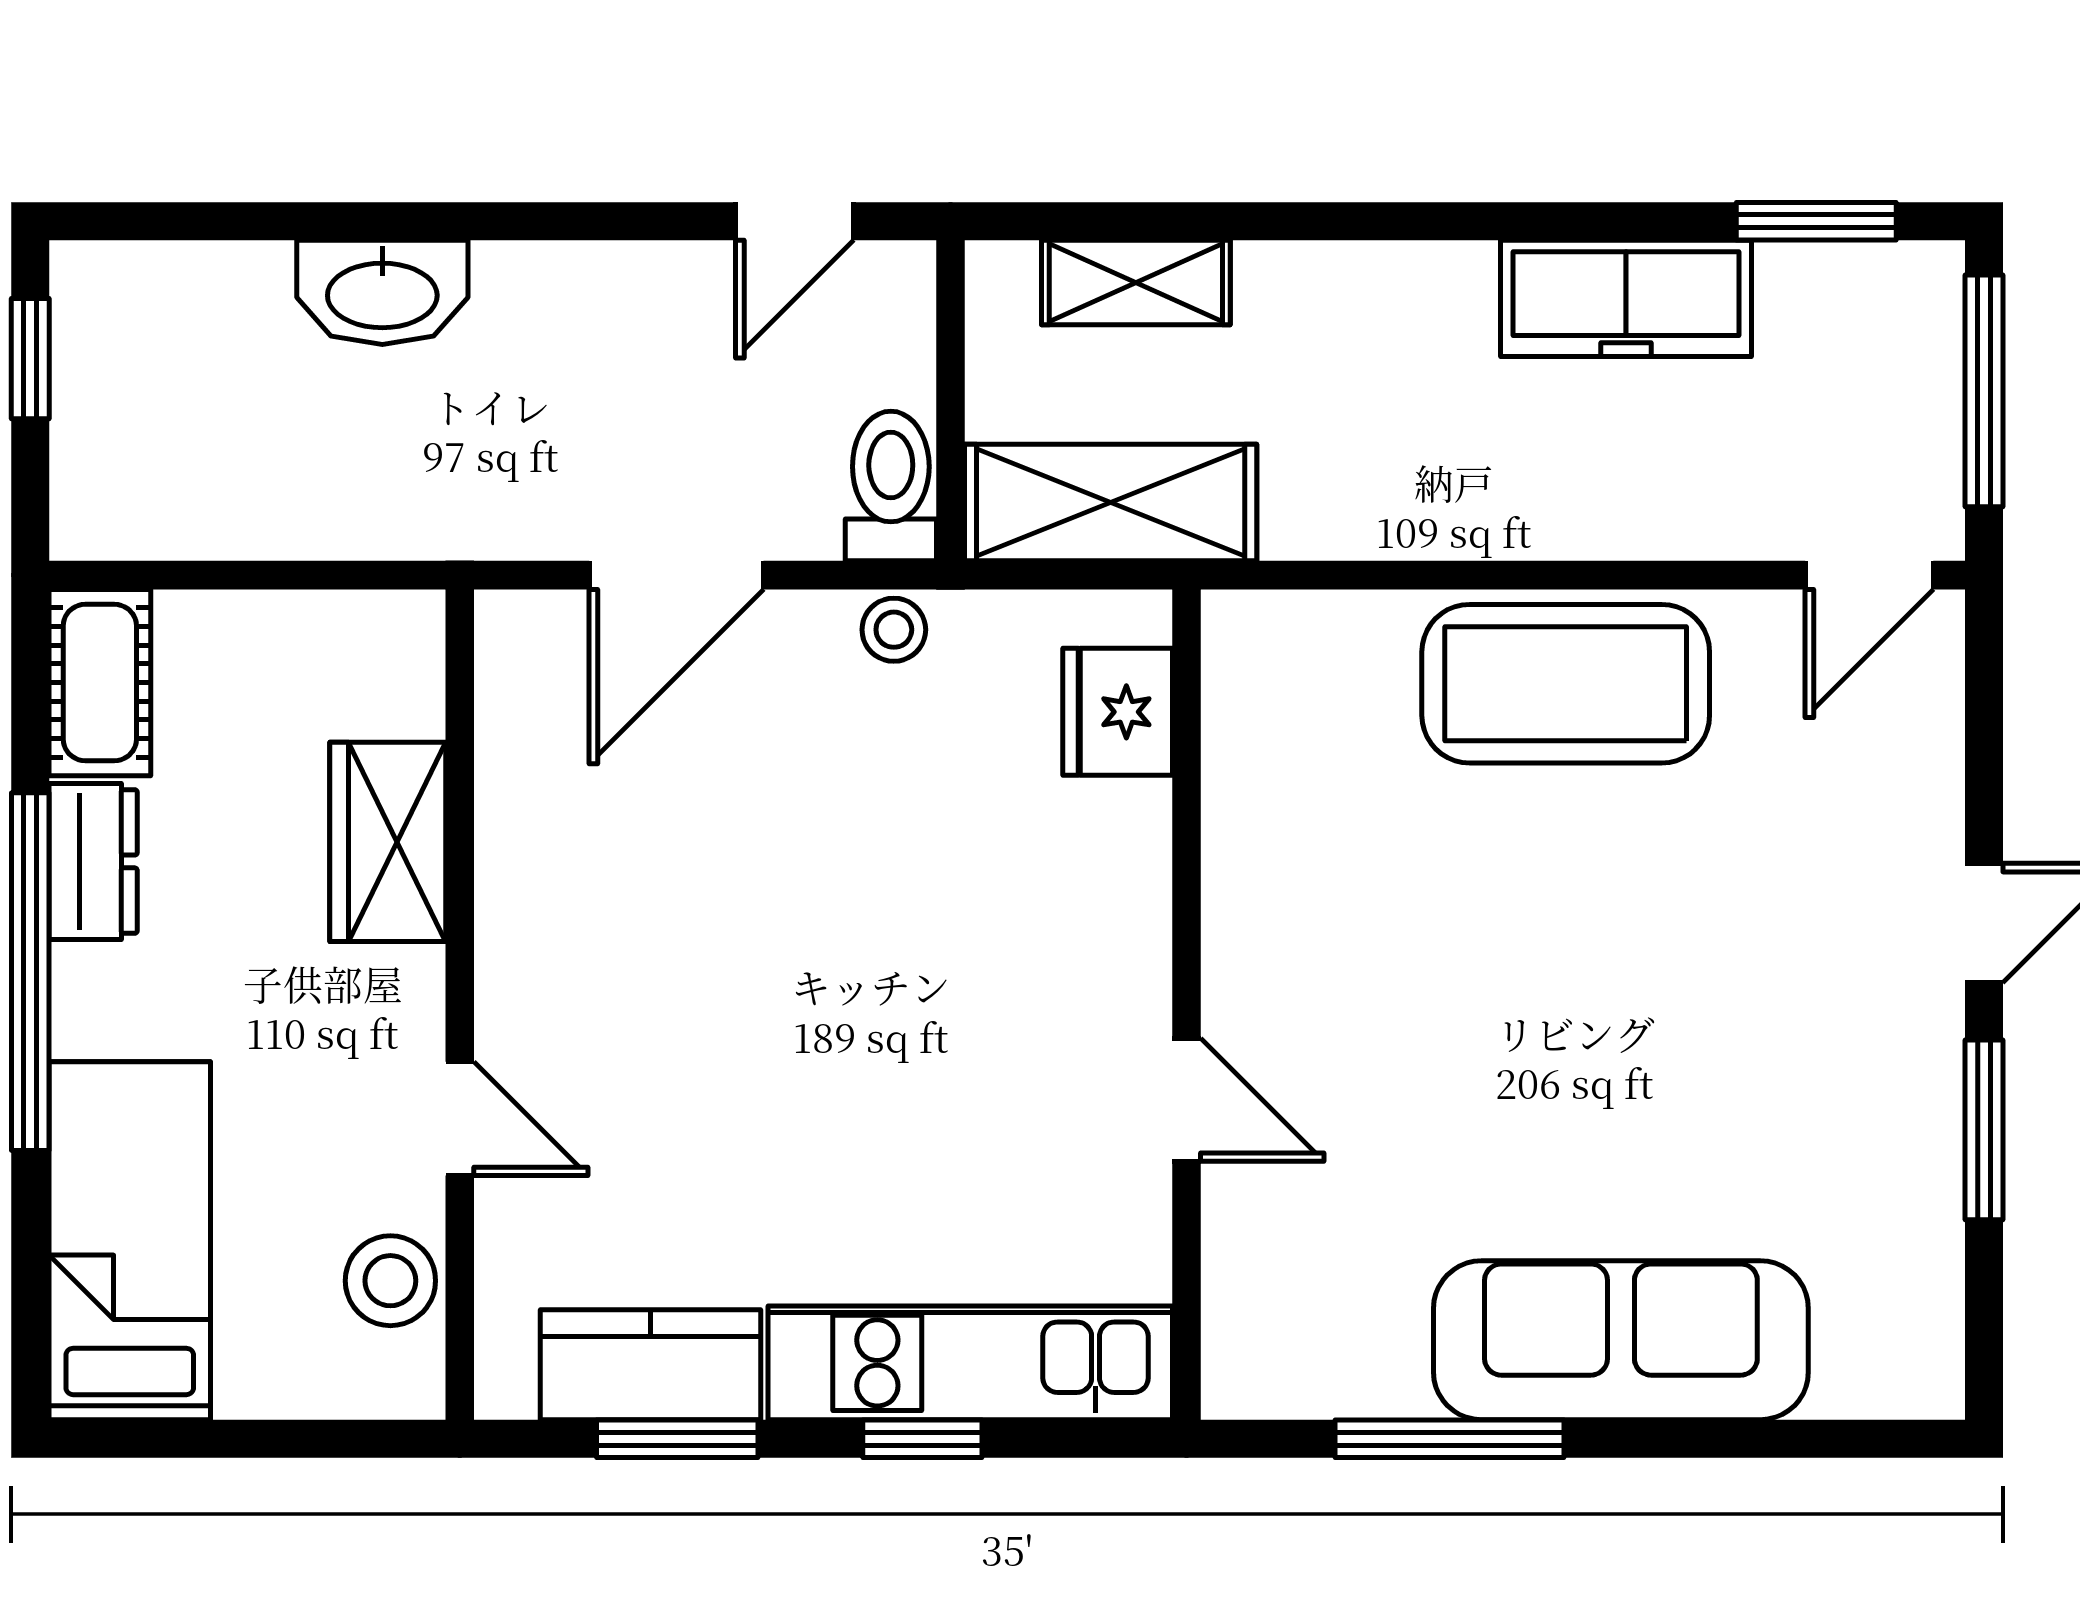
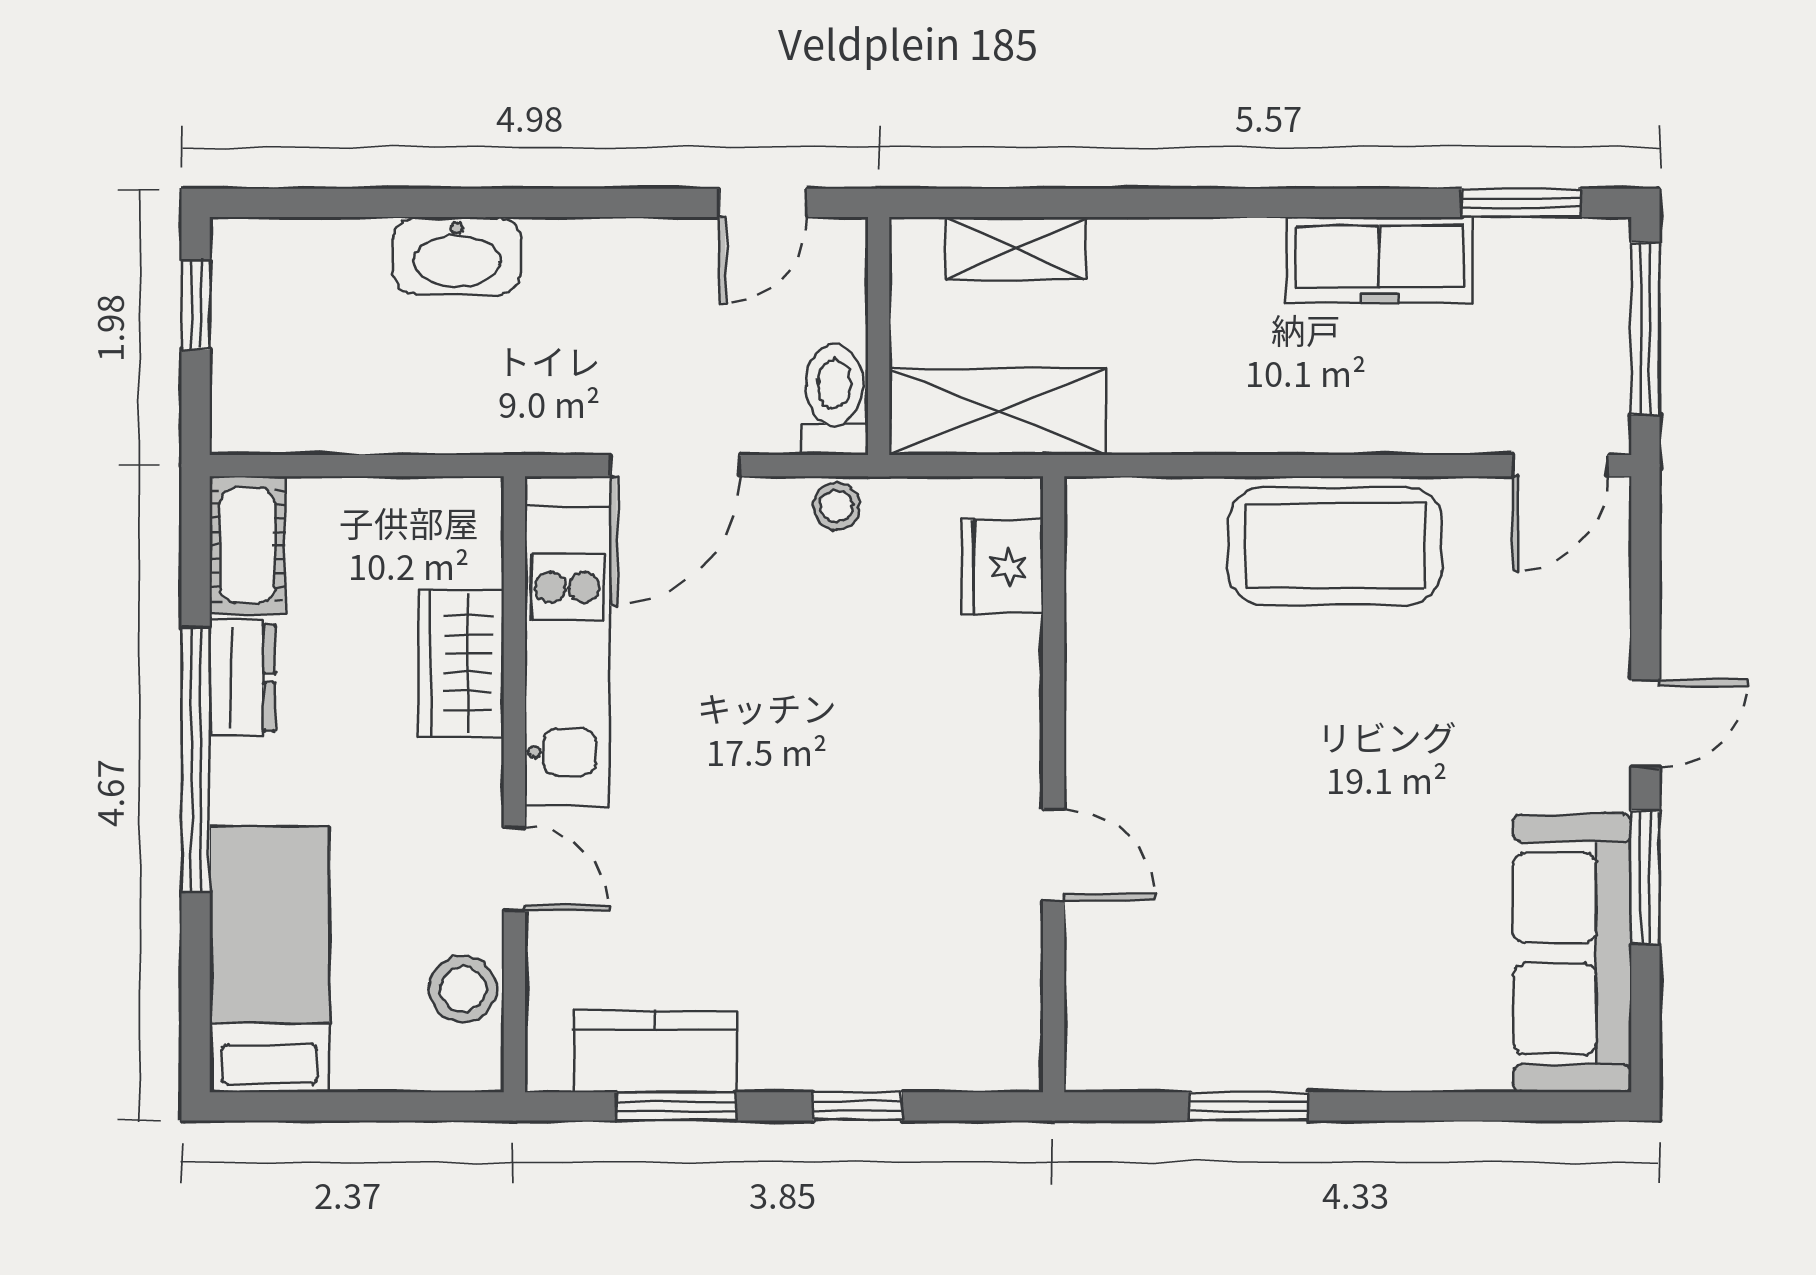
sofa: (1621, 1340) -> (1572, 953), moved, turned -90
kitchen unit: (970, 1363) -> (567, 656), moved, turned 90
window: (1450, 1439) -> (1249, 1106), width x0.69

